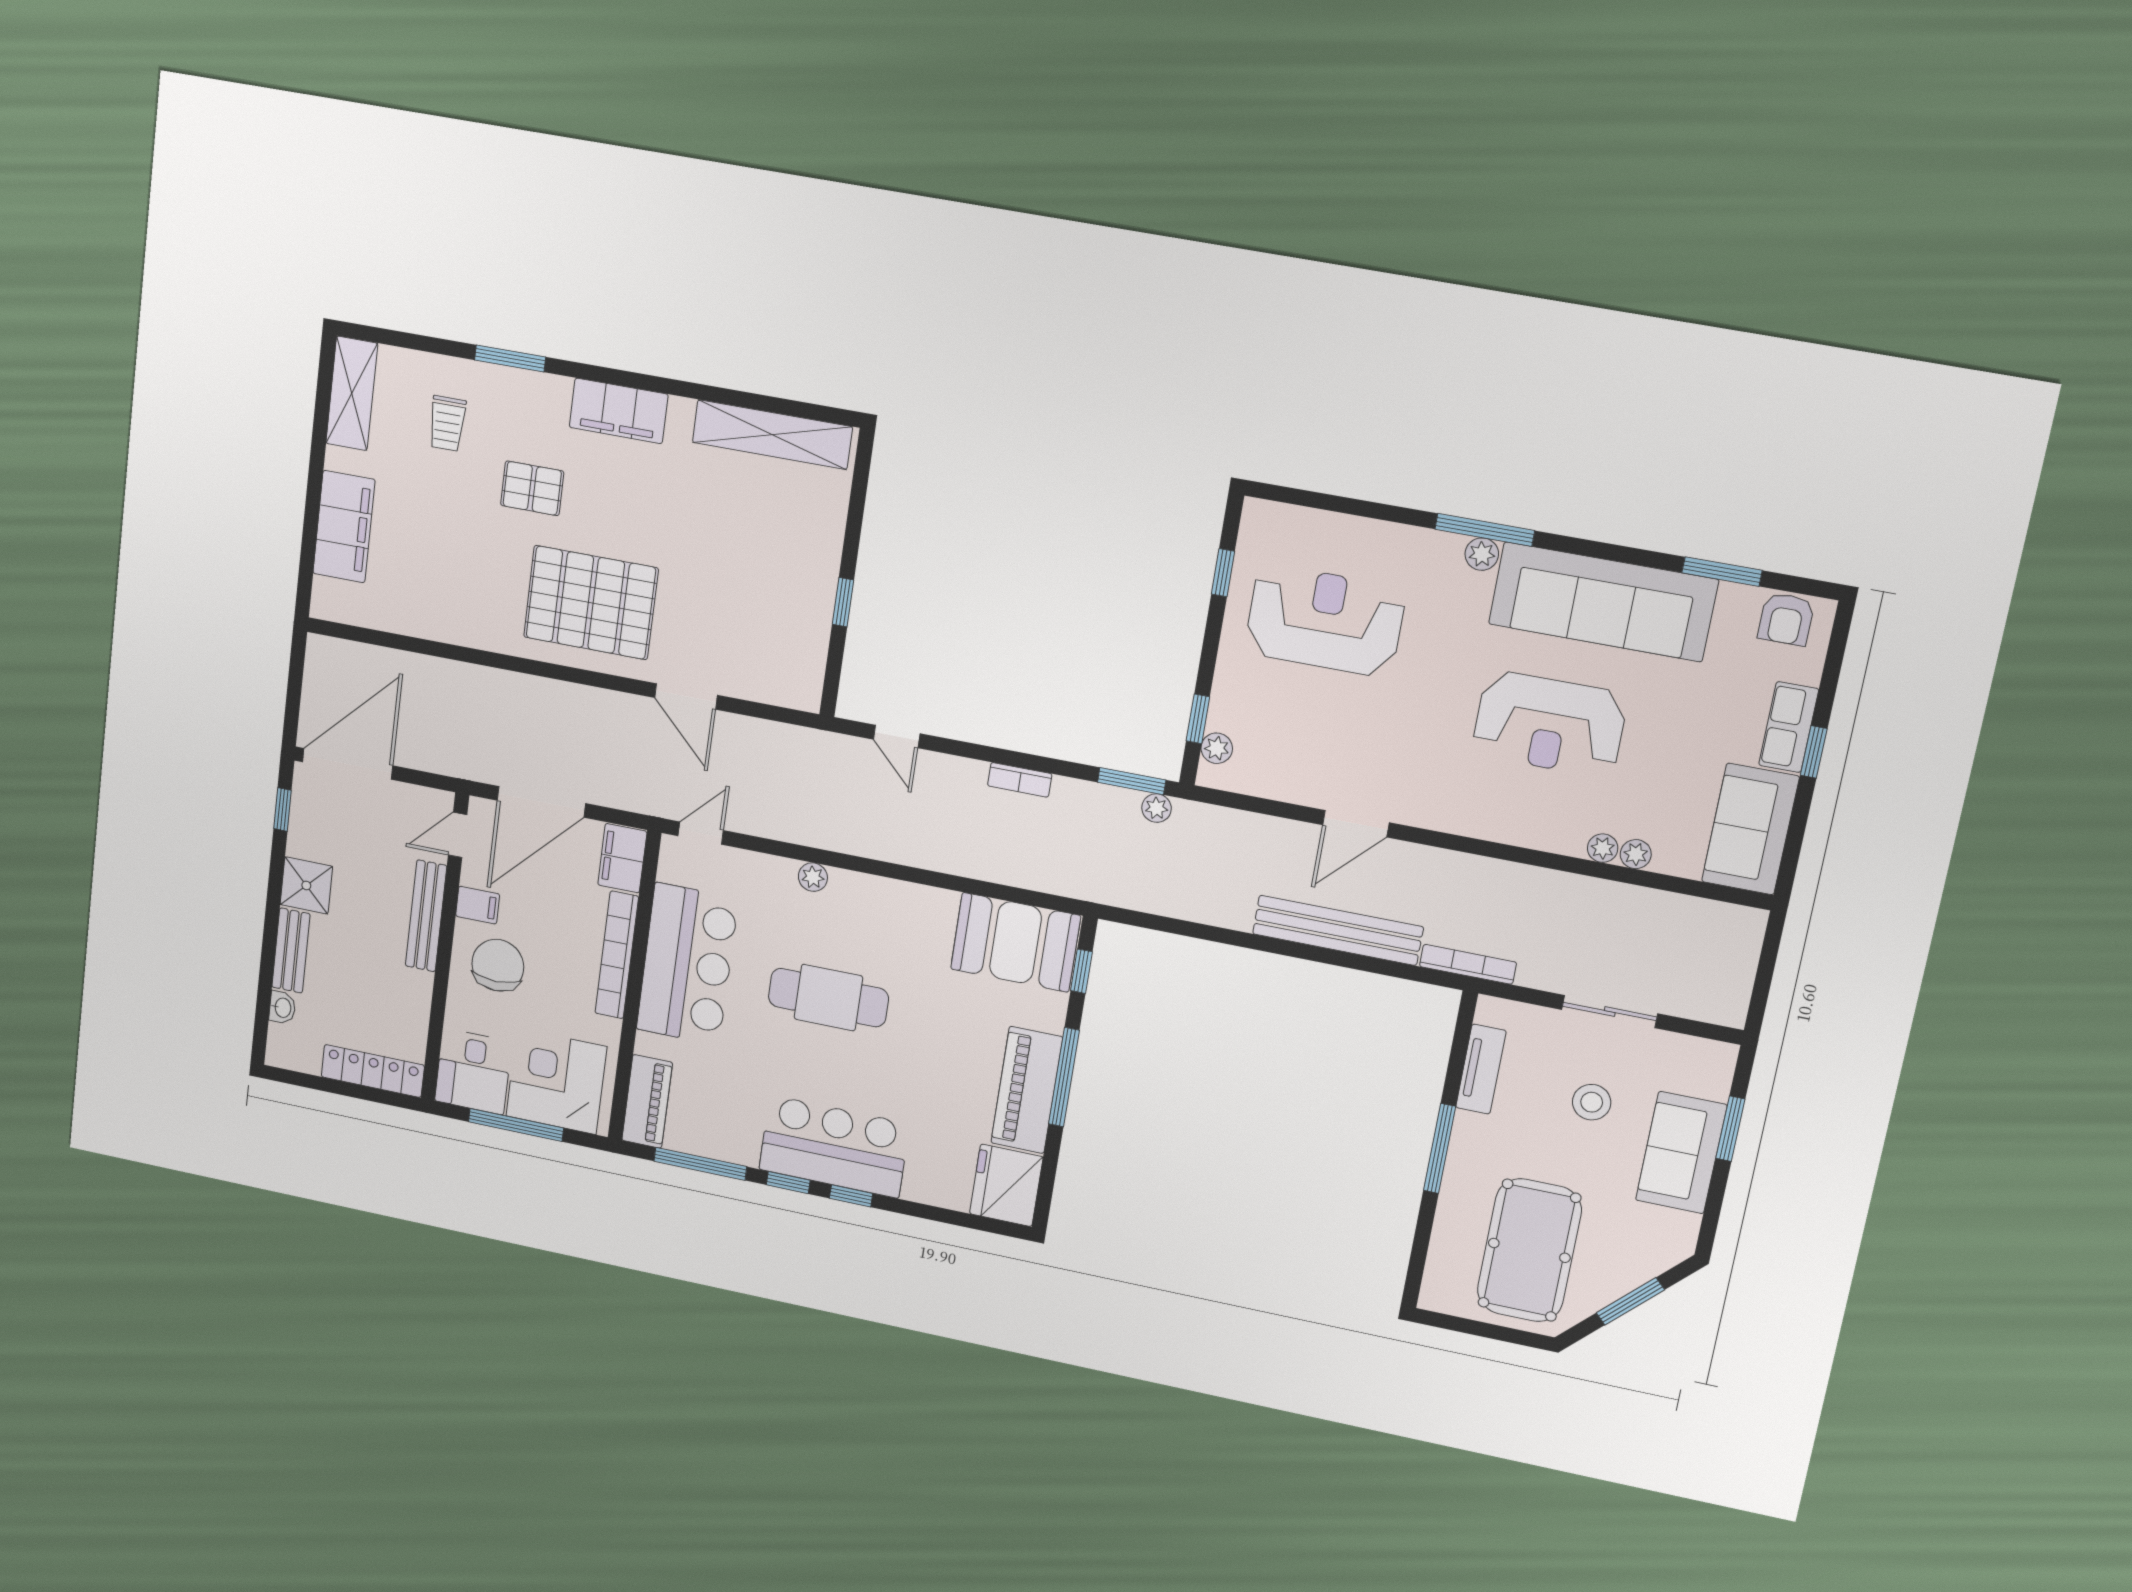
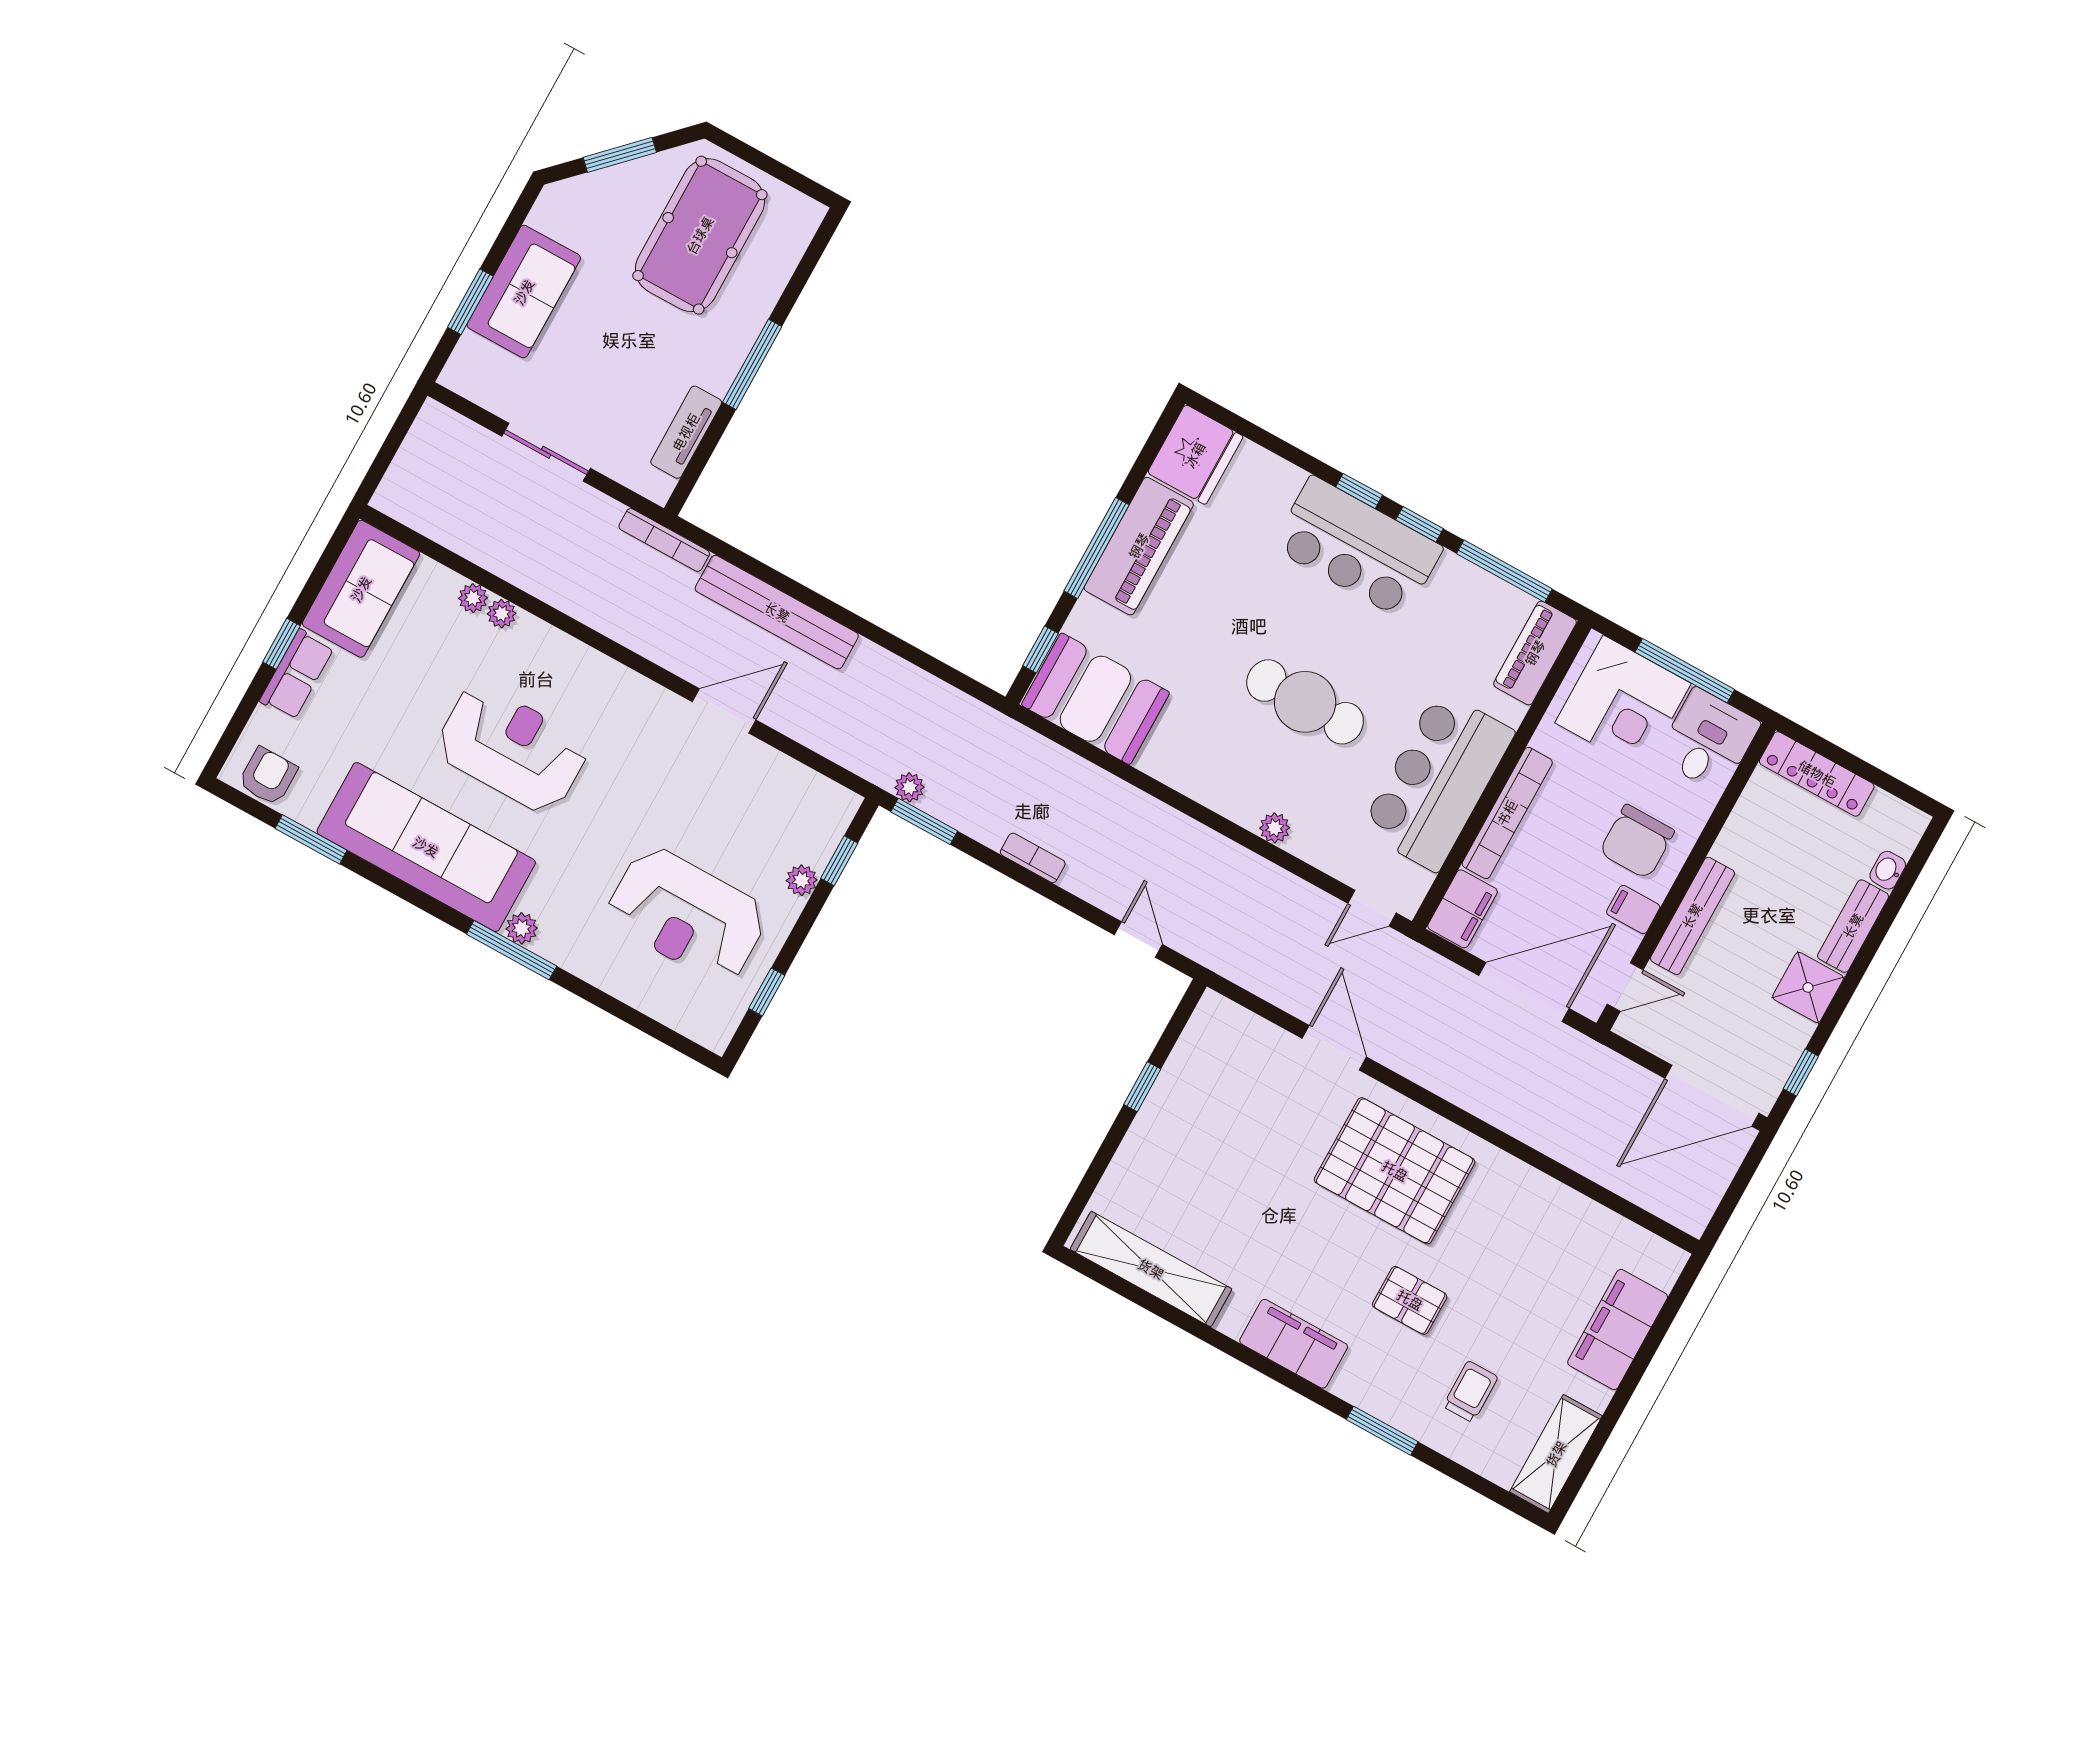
plant: (1217, 748) -> (802, 880), moved
stool: (1592, 1102) -> (592, 367), removed

